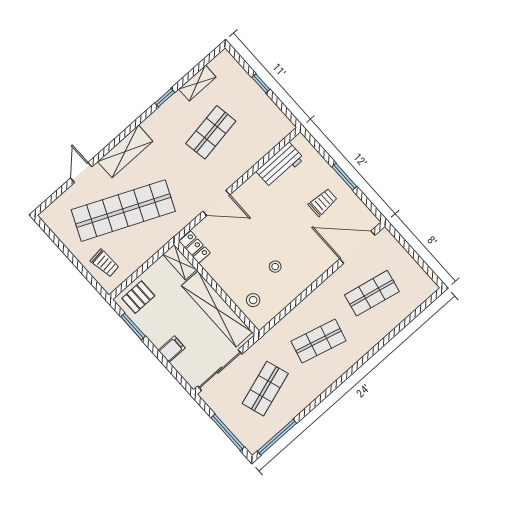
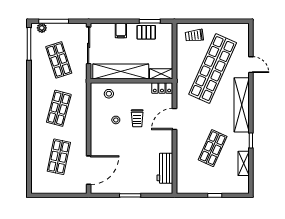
shop shelf: (211, 132) -> (213, 148), turned 33
shelving: (125, 151) -> (242, 105), width x1.47
trolley: (323, 202) -> (137, 118), moved
pallet: (138, 297) -> (146, 32), moved, turned 90
plant: (247, 439) -> (42, 28), added

